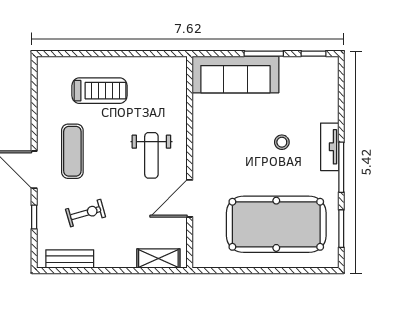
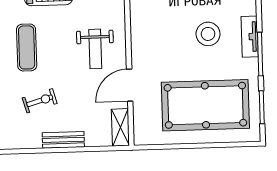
stool: (282, 142) -> (208, 34), width x1.89, depth x1.89
shelving: (158, 258) -> (120, 127), moved, turned 90
bench: (70, 259) -> (63, 140), moved

